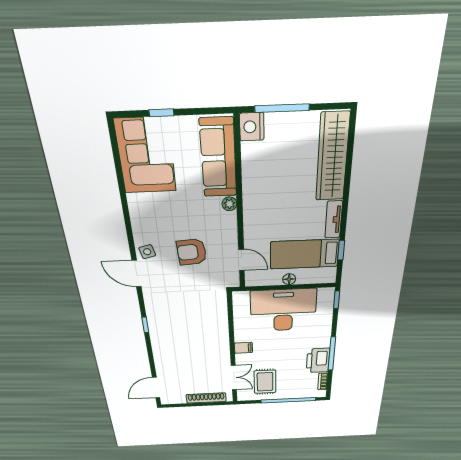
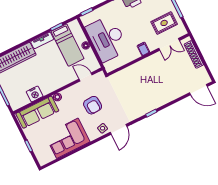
nightstand: (252, 127) -> (35, 94), moved
corner sofa: (146, 156) -> (67, 138), moved
door: (242, 260) -> (86, 77), hinge flipped
double door: (234, 378) -> (169, 44), swing flipped

